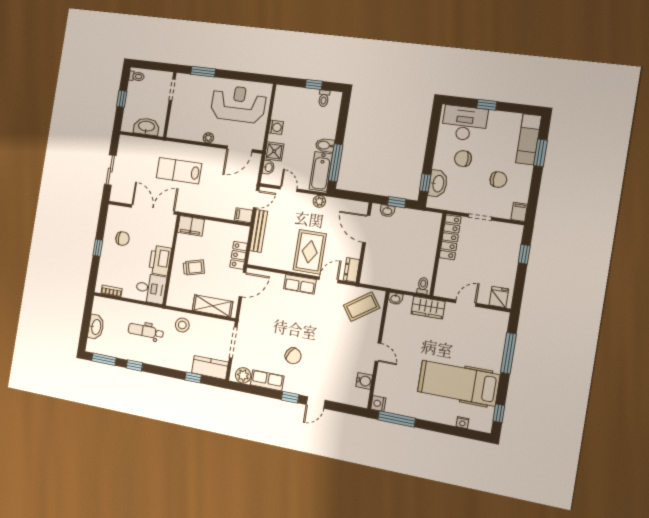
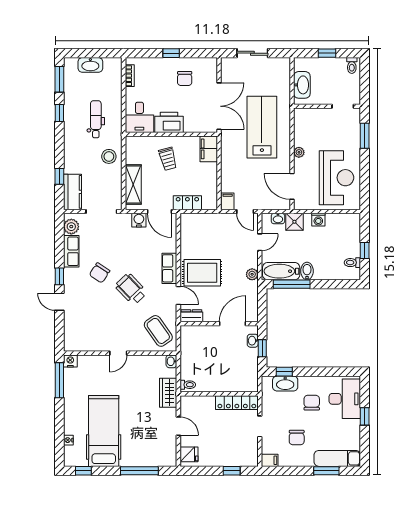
lab bench: (179, 171) -> (262, 127), width x1.36, depth x1.39
bench: (259, 231) -> (214, 219), removed
wheelchair: (314, 327) -> (131, 289), added
water cooler: (364, 381) -> (139, 220), moved, turned 180

